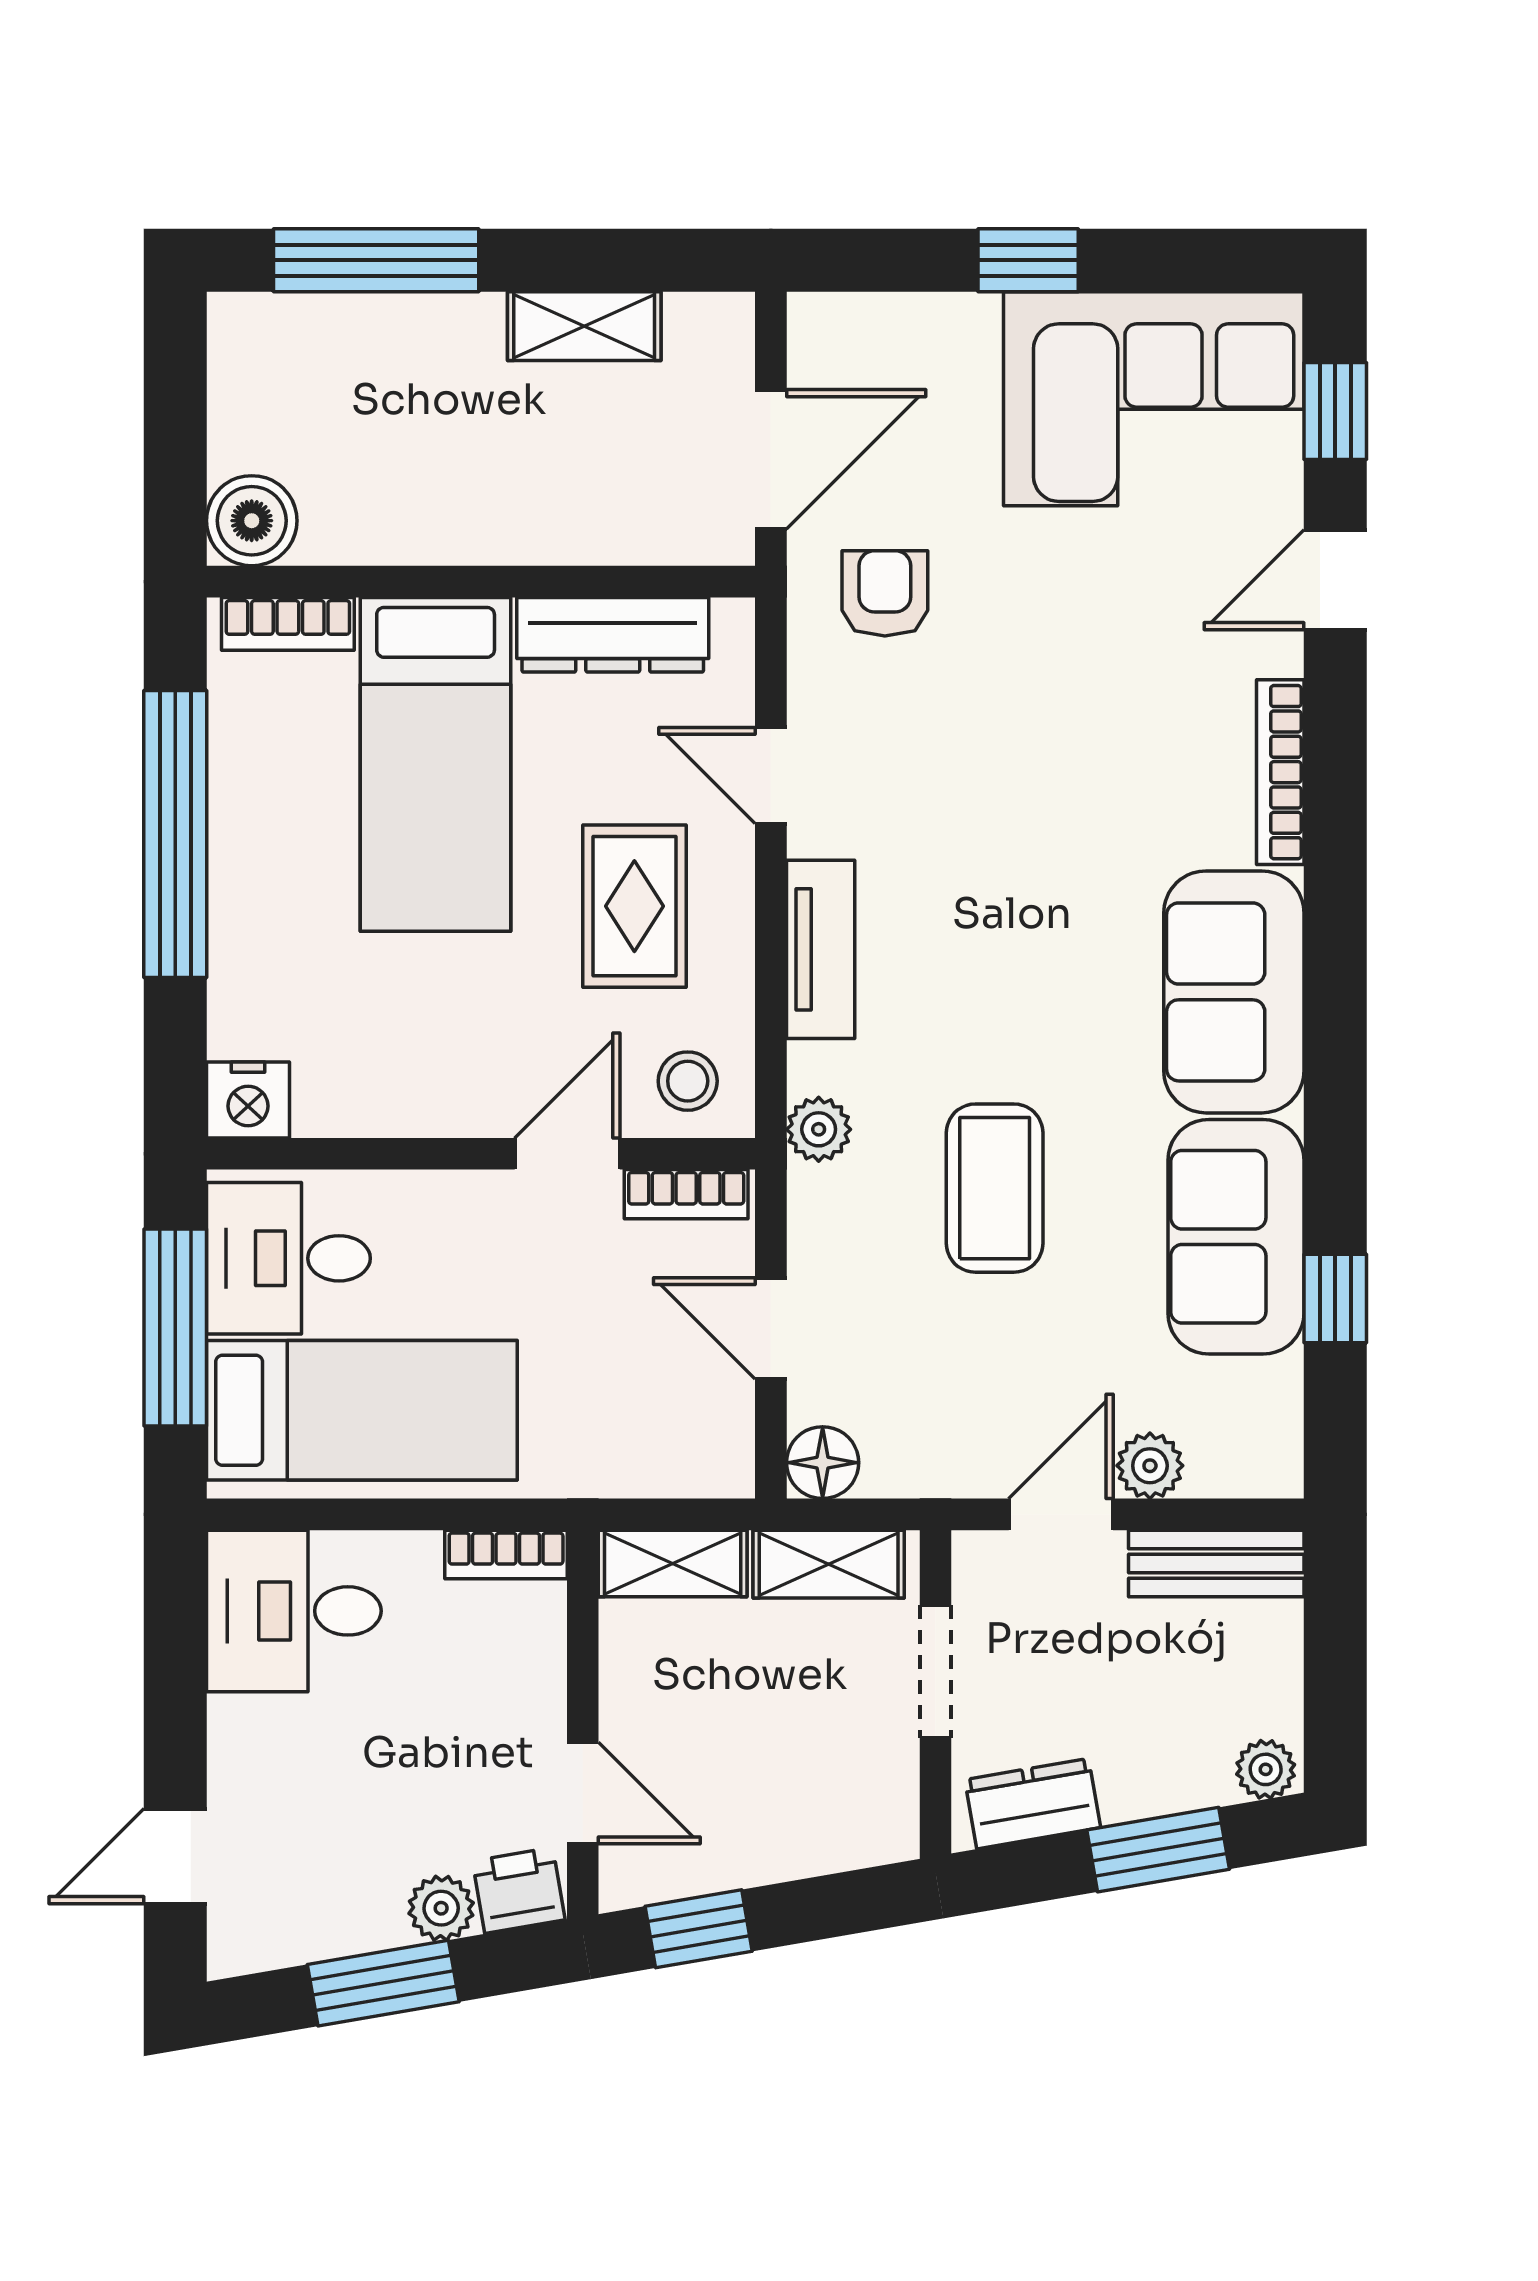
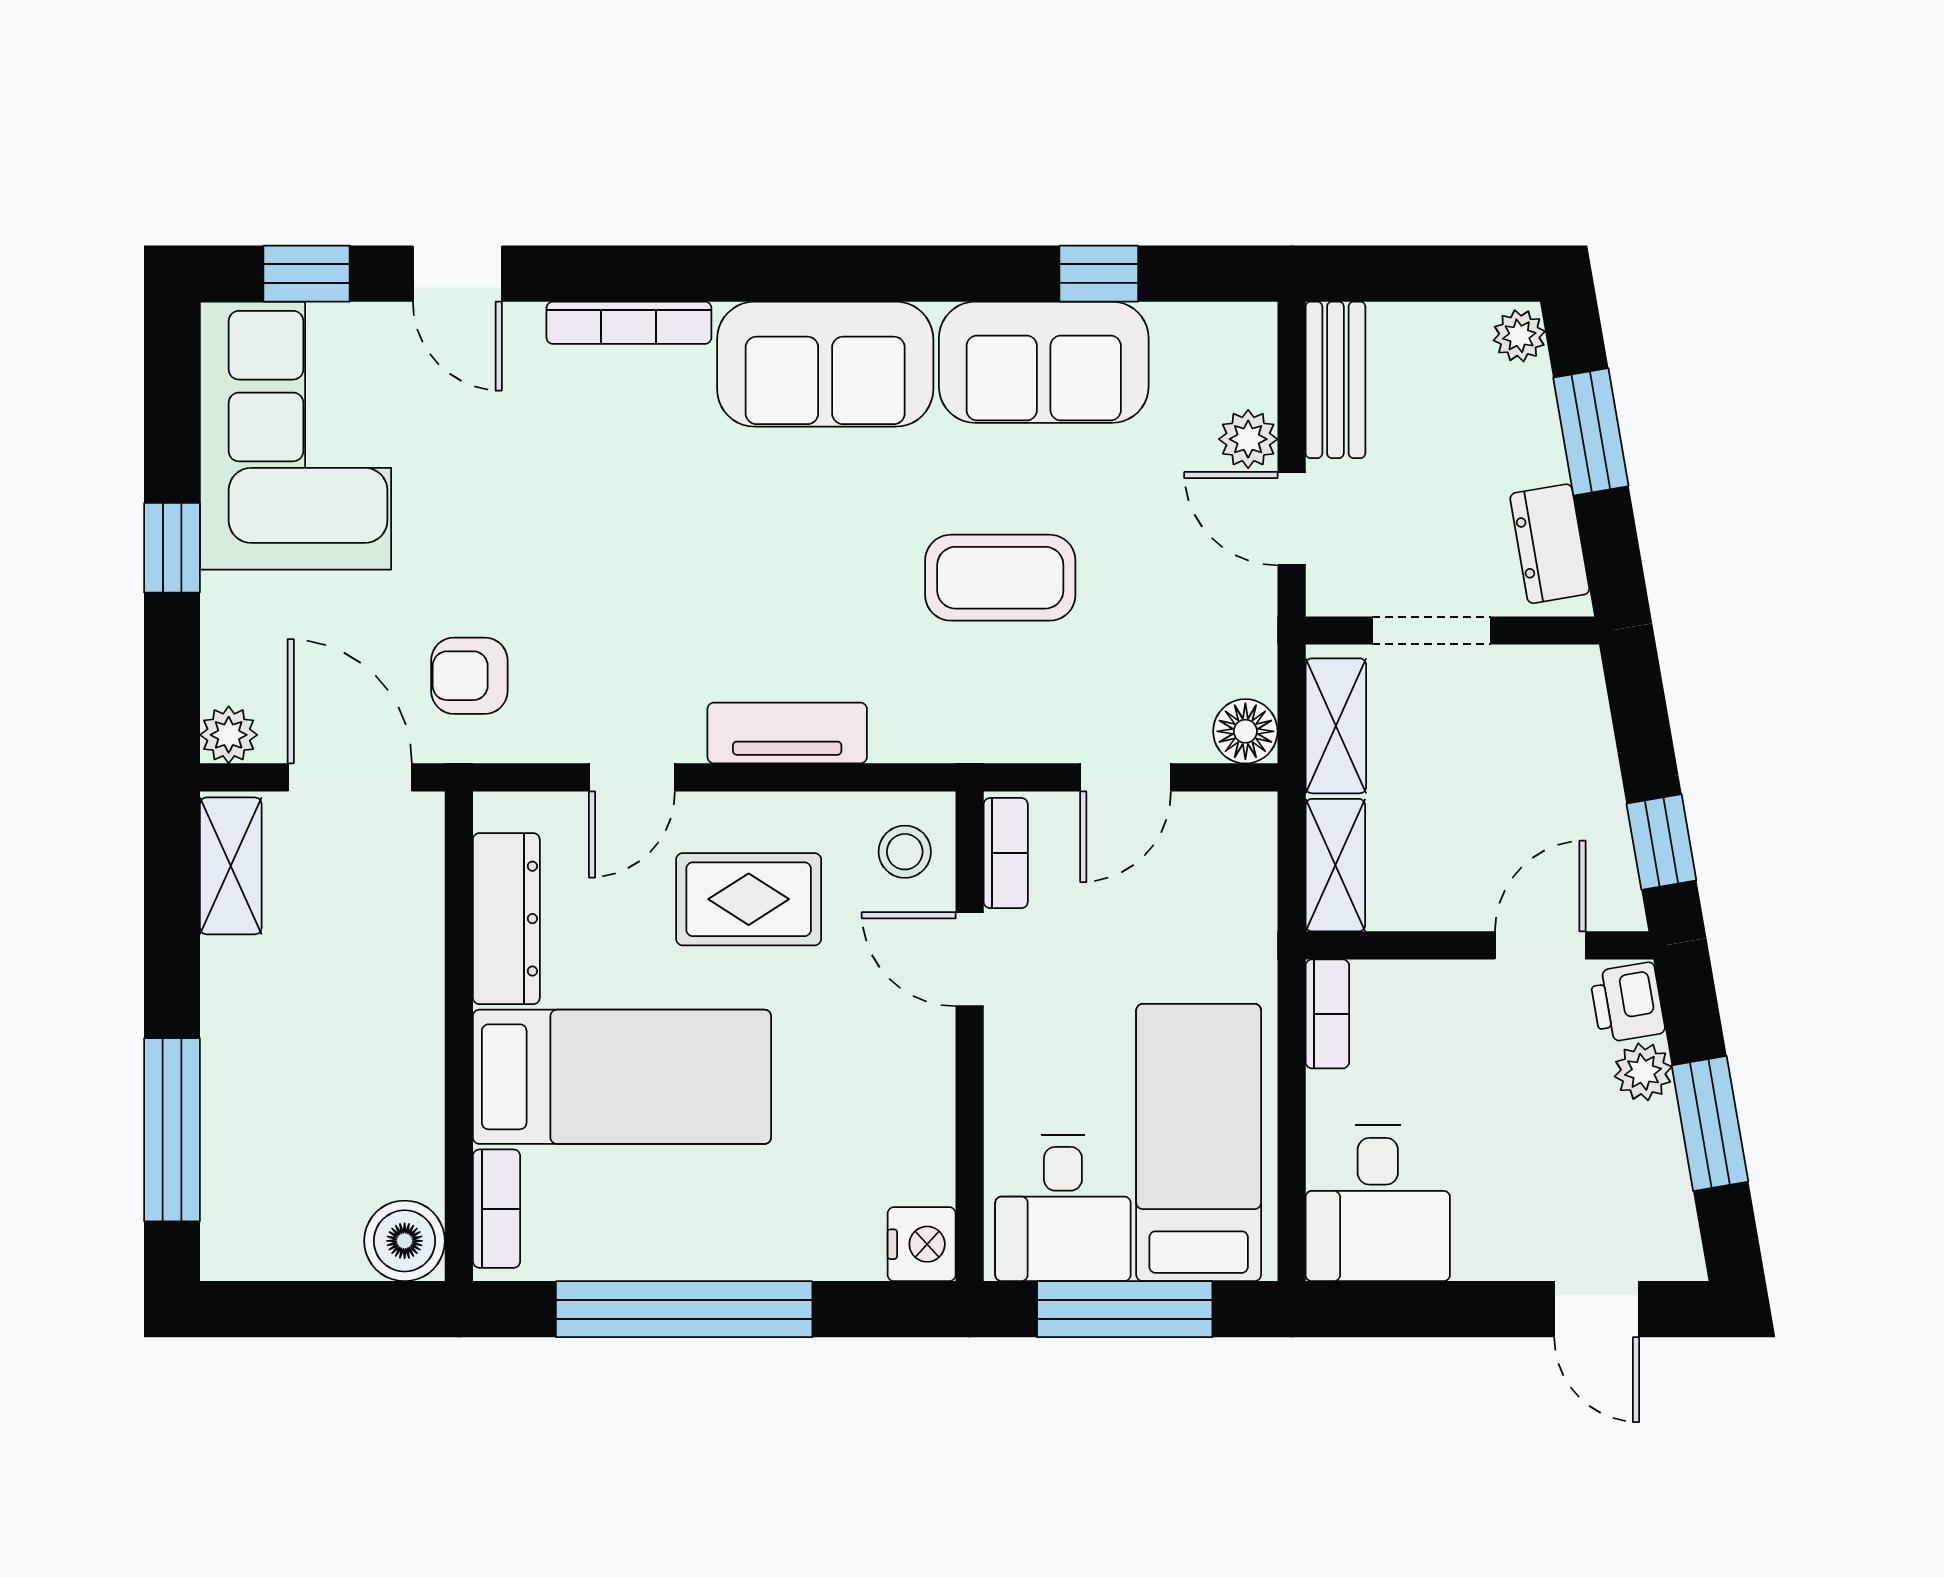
shelving: (584, 326) -> (231, 866), moved
plant: (819, 1129) -> (229, 735), moved

